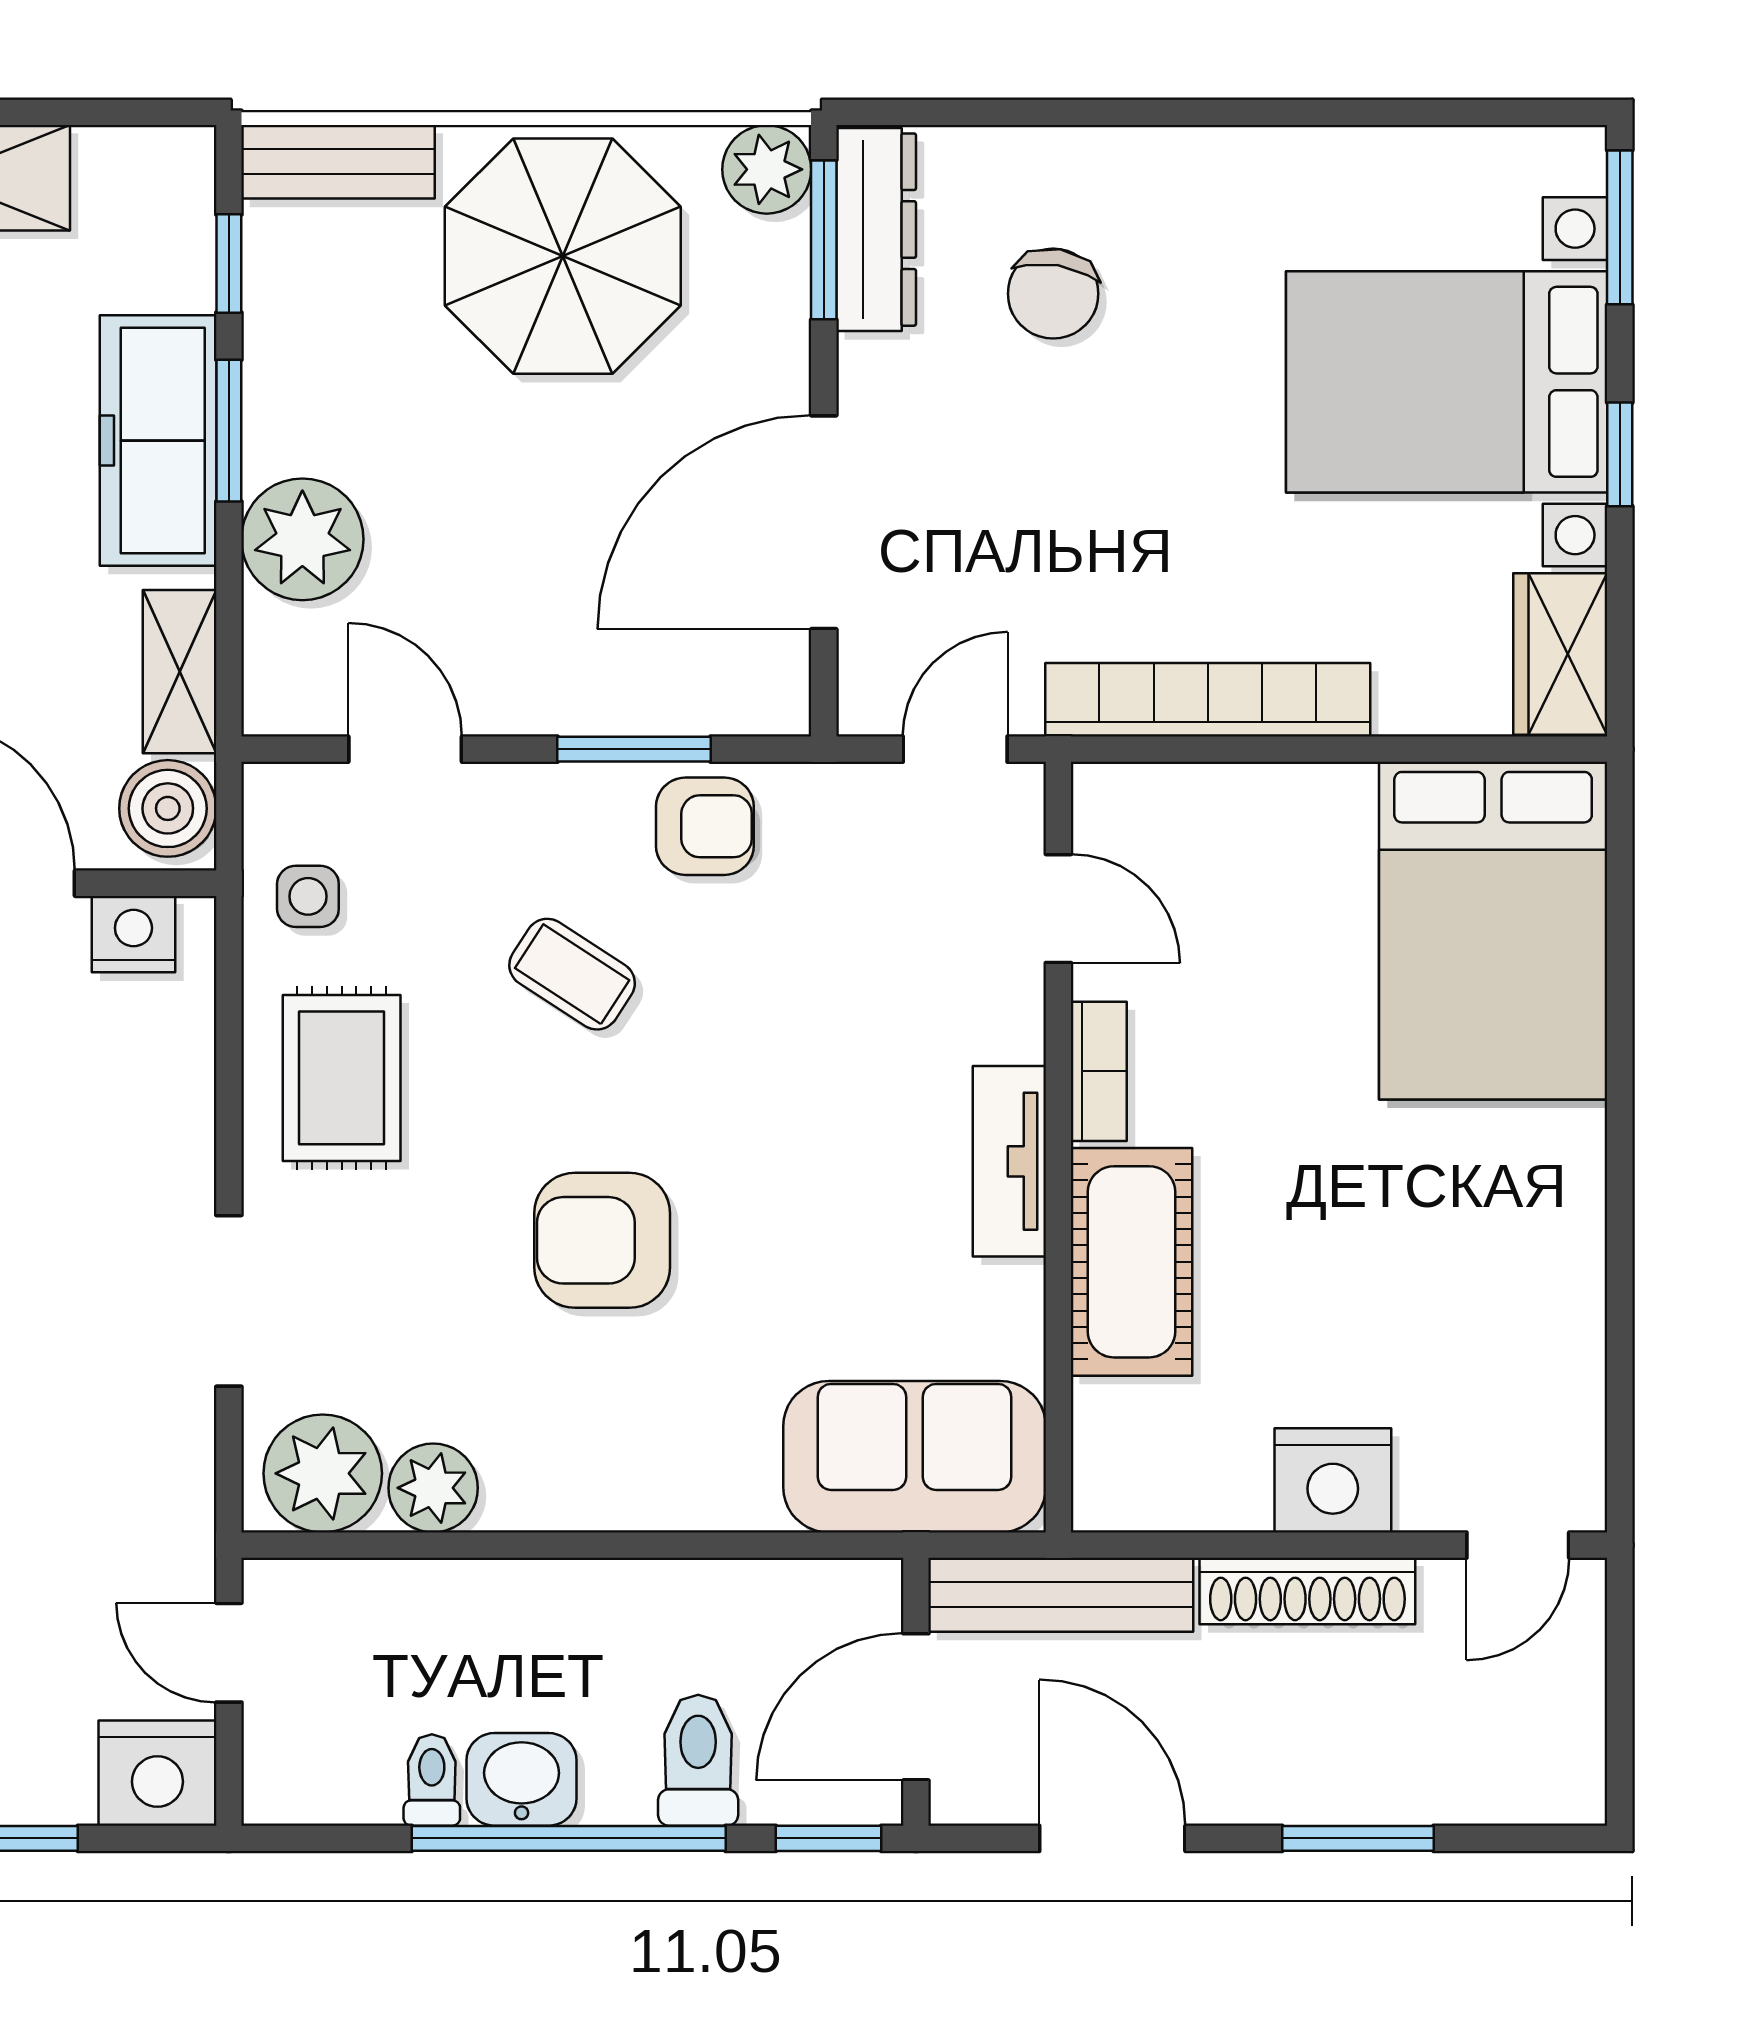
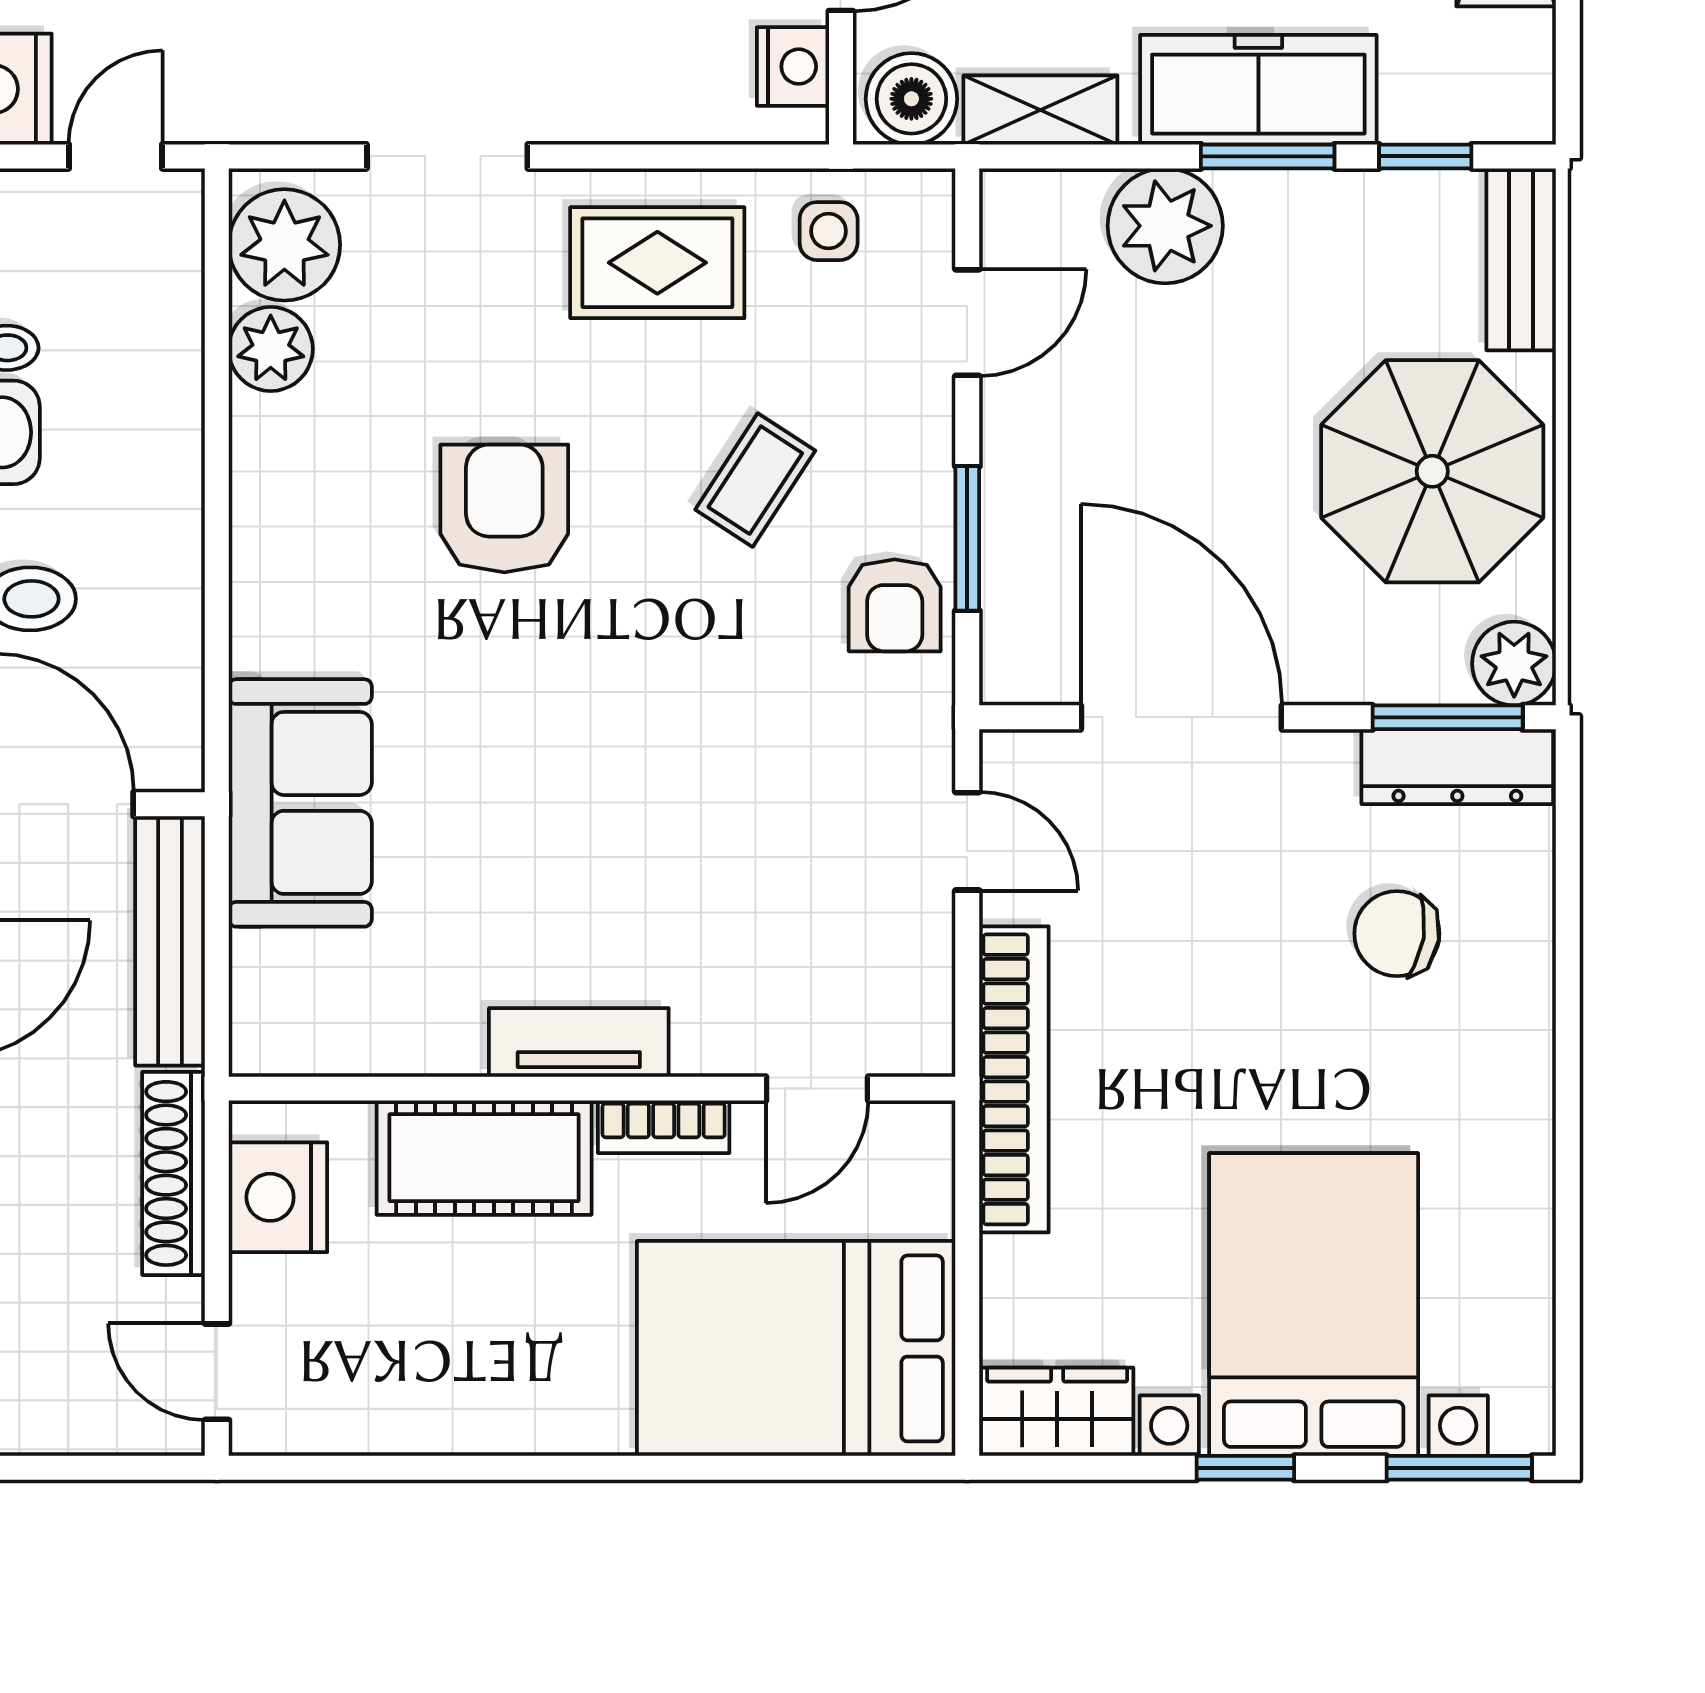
door: (1058, 909) -> (817, 1089), moved
bookcase: (1099, 1071) -> (664, 1127), moved
wall: (1058, 1147) -> (592, 1089), moved
tv unit: (1009, 1161) -> (579, 1042), moved
cot: (1132, 1262) -> (484, 1158), moved

